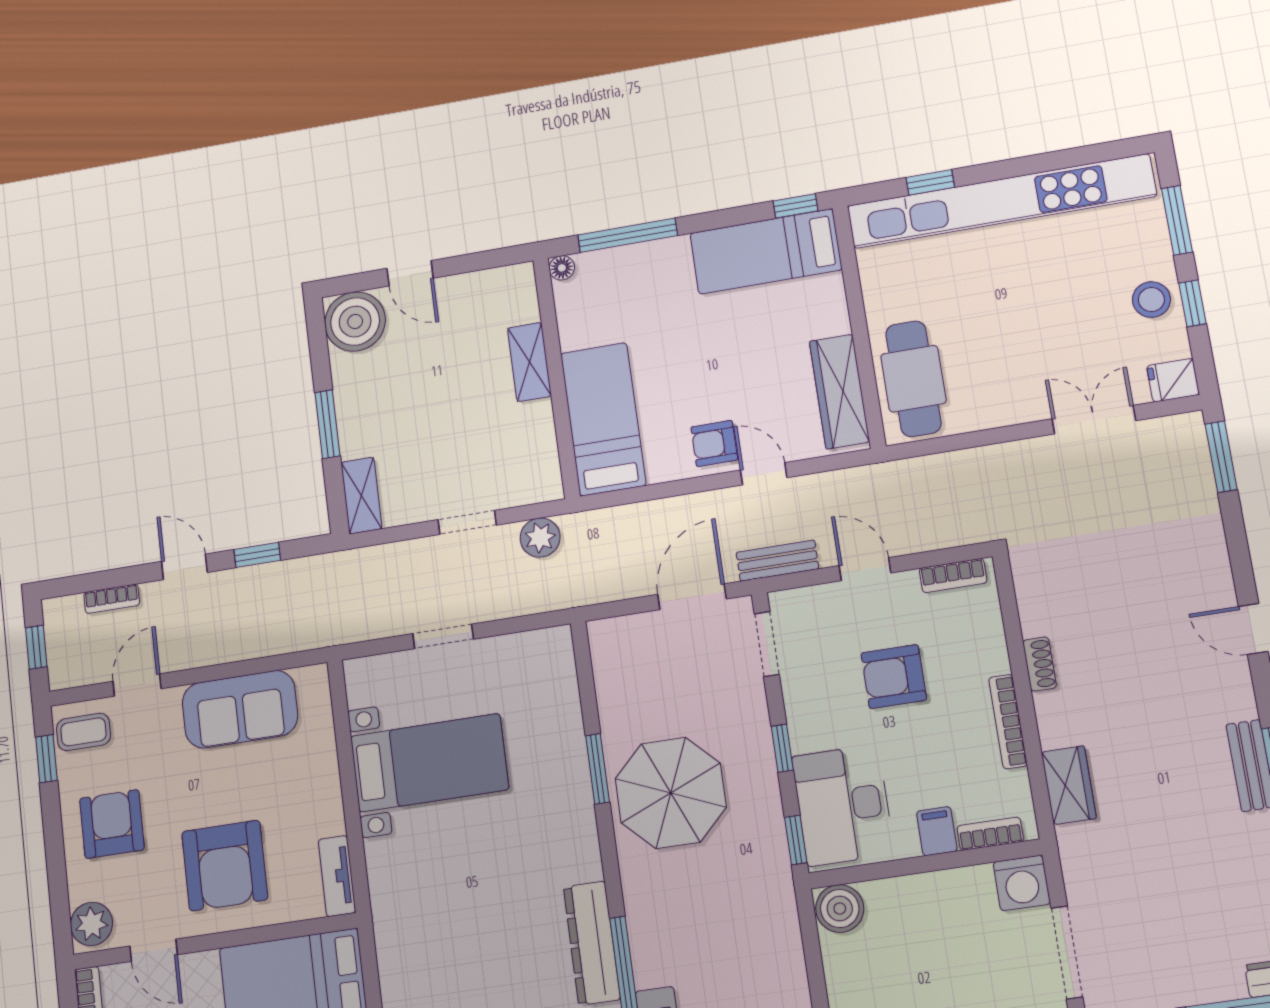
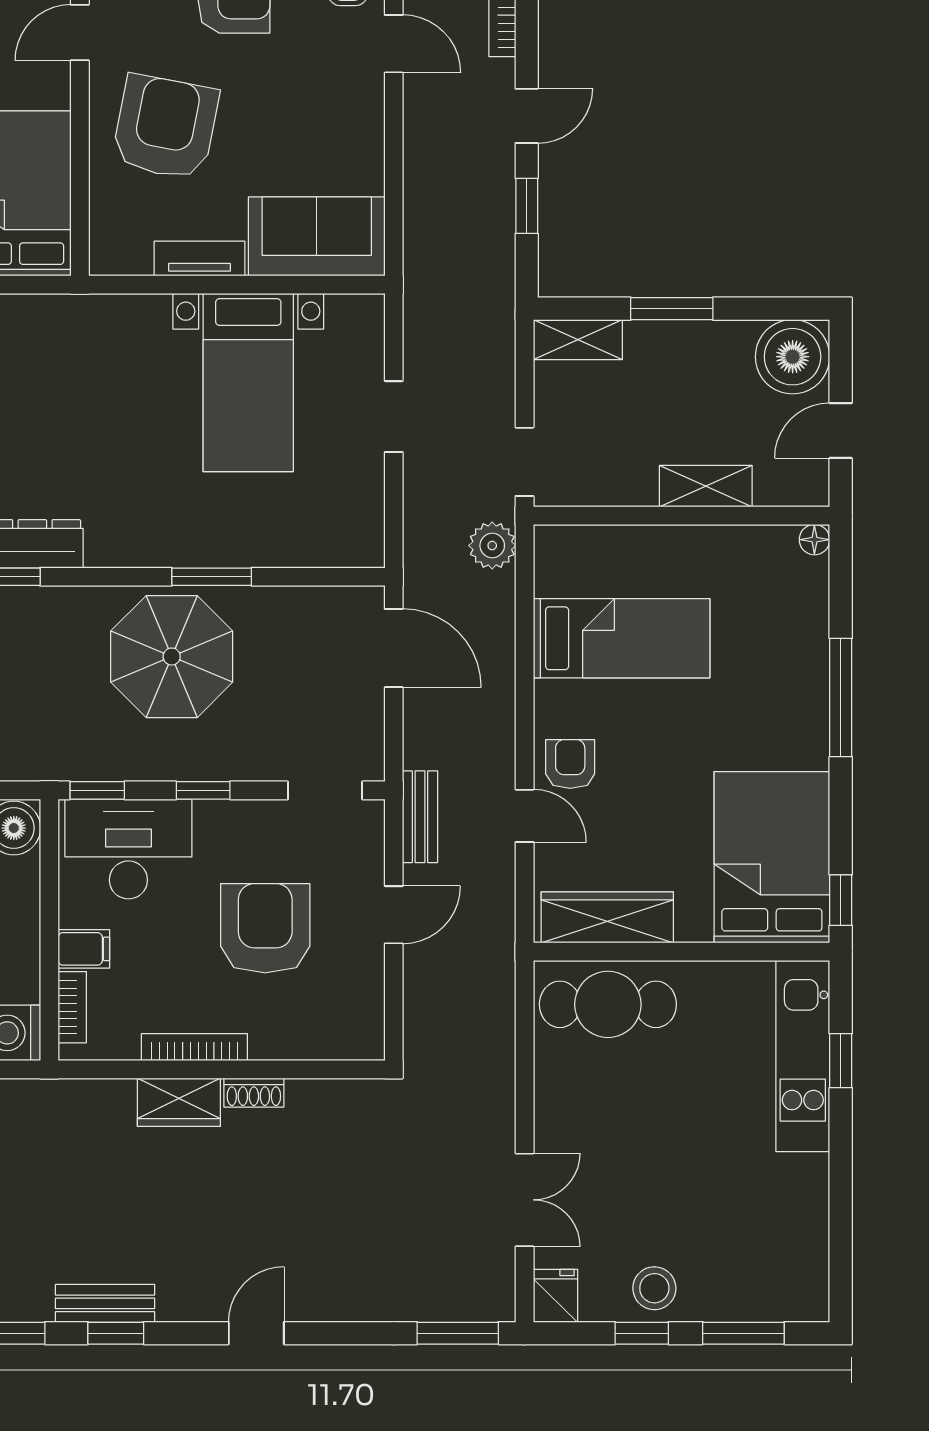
kitchen unit: (1001, 201) -> (803, 1056), width x0.54
bed: (766, 251) -> (772, 857), width x1.50
floor lamp: (562, 268) -> (814, 540), moved
shelving: (529, 362) -> (706, 486), moved
wall: (556, 377) -> (681, 516), moved
door: (764, 474) -> (525, 816), hinge flipped
bookcase: (953, 576) -> (370, 1013), removed
door: (692, 597) -> (394, 648), moved
armchair: (894, 677) -> (265, 928), width x1.36, depth x1.36
sofa: (240, 709) -> (317, 236), moved, turned 90
wardrobe: (1069, 785) -> (179, 1102), moved
armchair: (225, 866) -> (165, 127), turned 101
tv unit: (337, 876) -> (200, 259), moved

